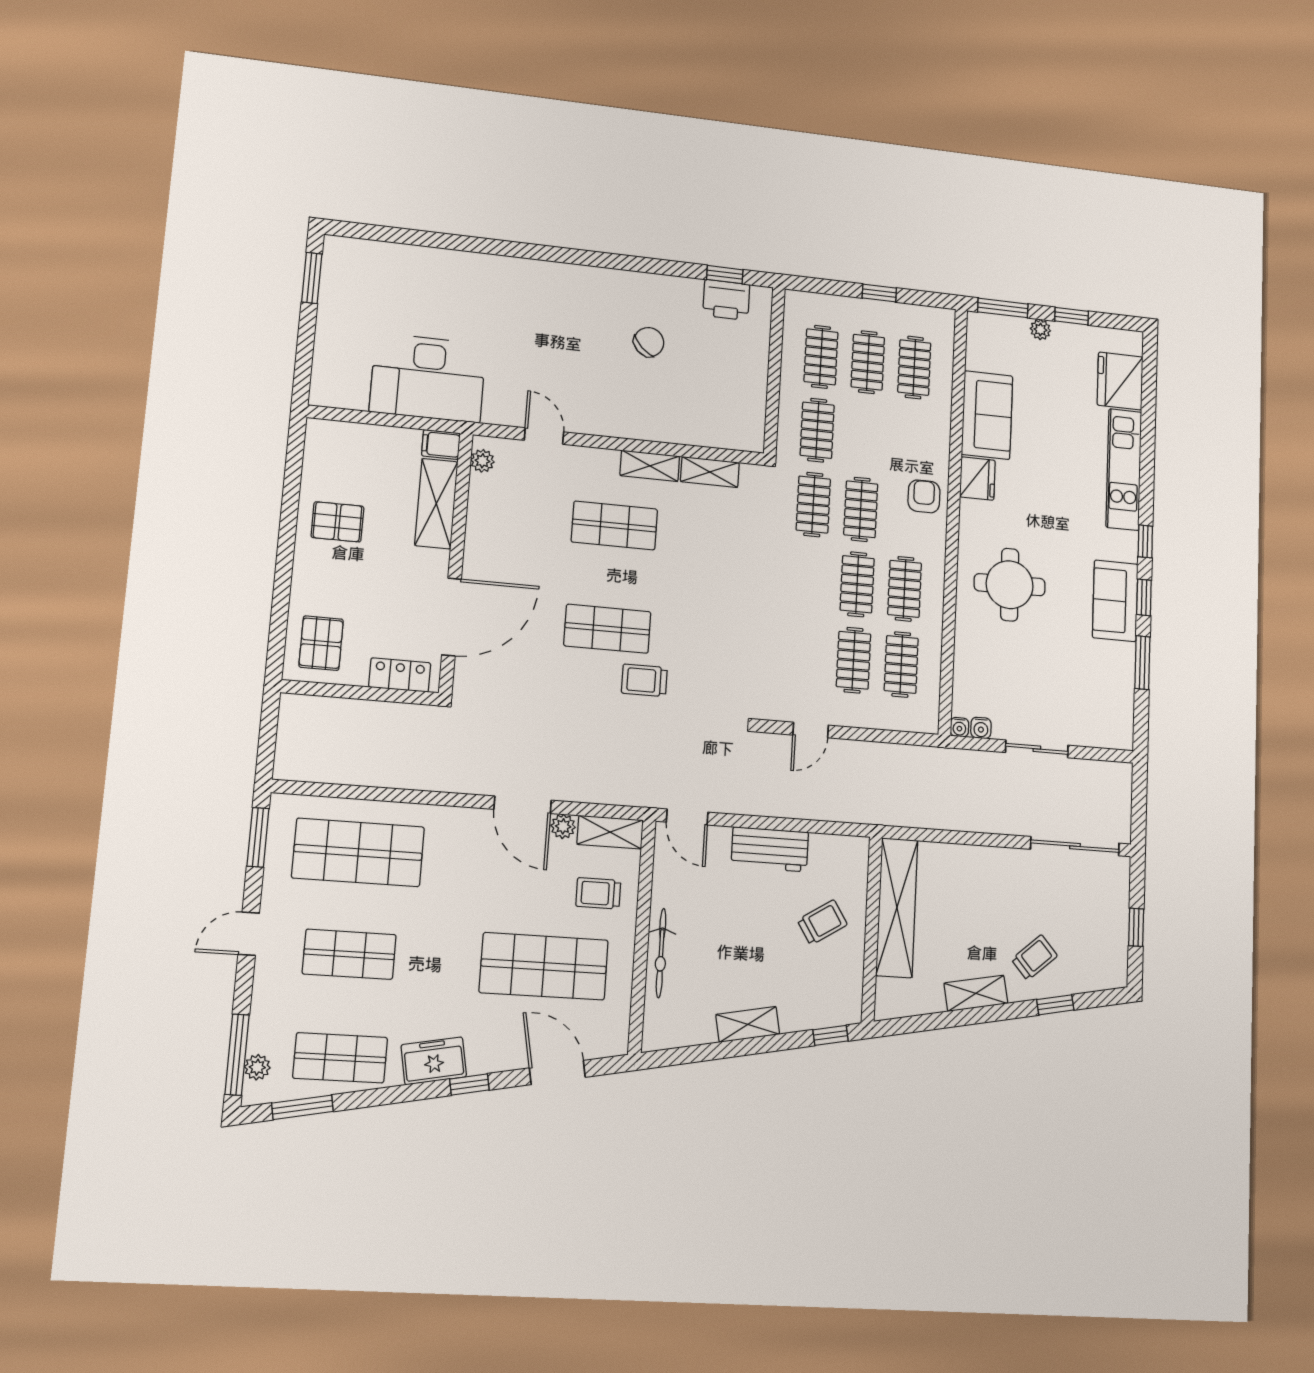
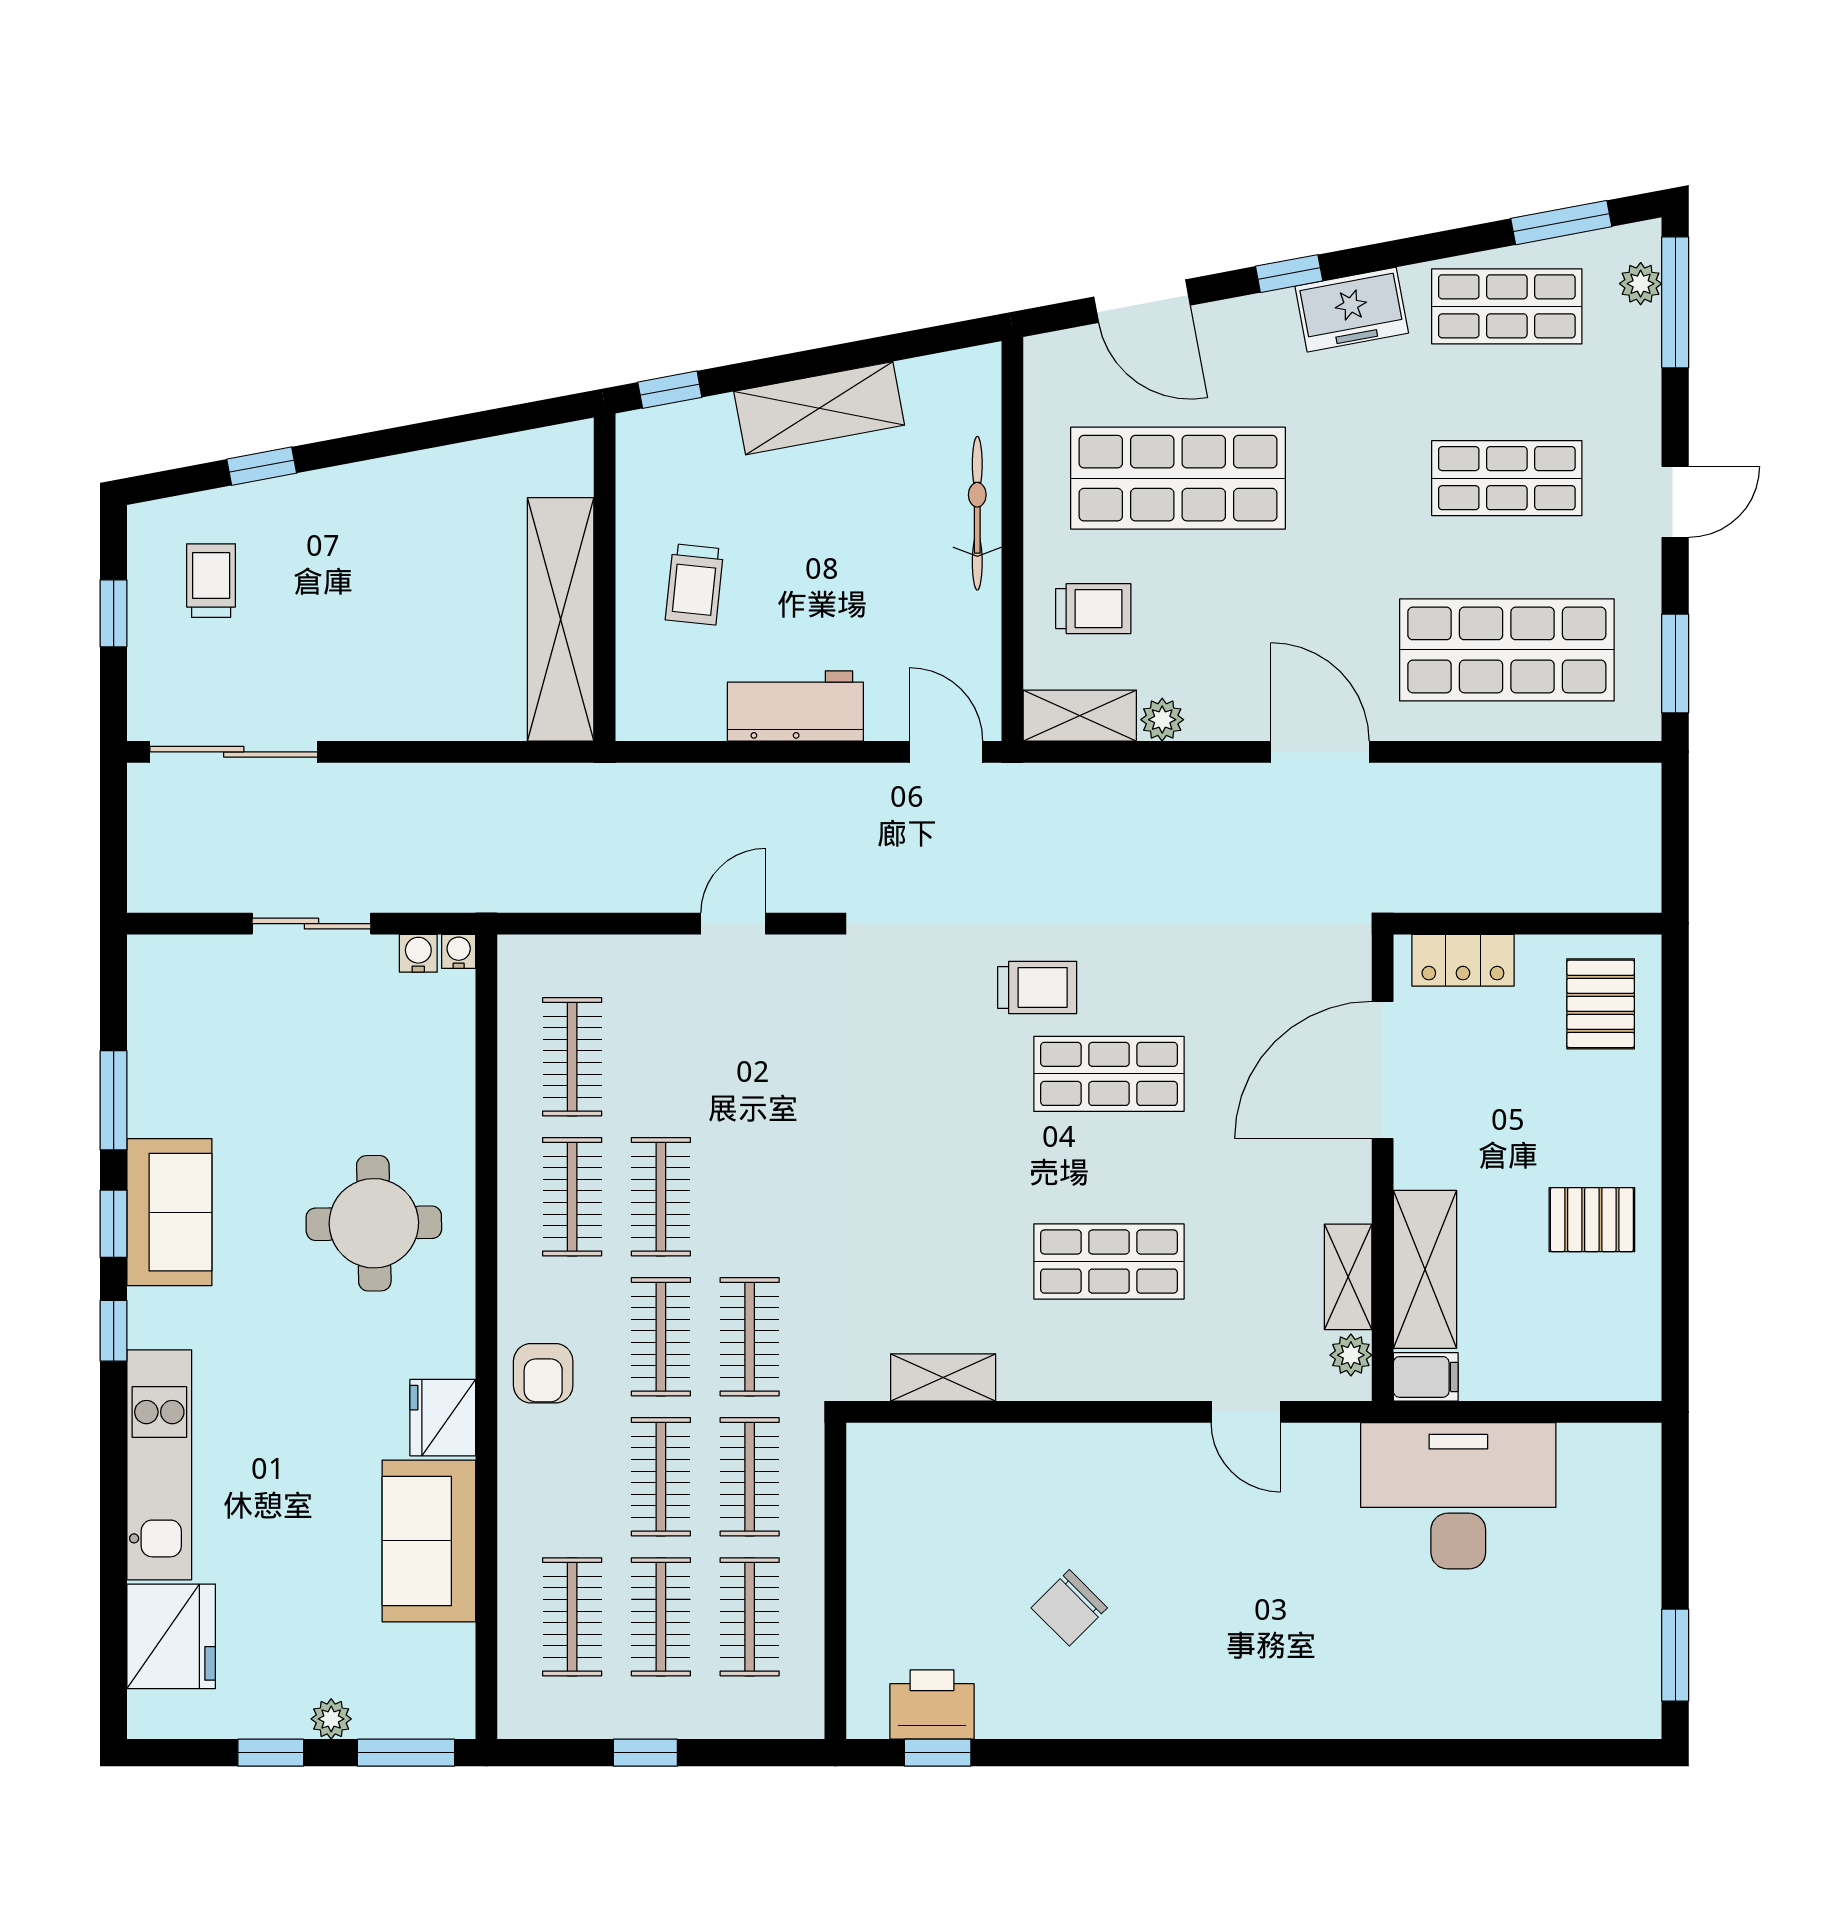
shelving: (650, 466) -> (1348, 1277), moved, turned 90
clothes rail: (854, 660) -> (661, 1477), moved
door: (523, 805) -> (1320, 752), moved
trolley: (822, 922) -> (695, 584), turned -52
trolley: (1034, 958) -> (211, 581), moved, turned 131
shelving: (976, 993) -> (410, 478), removed
shelving: (748, 1024) -> (819, 408), width x1.50, depth x1.33

